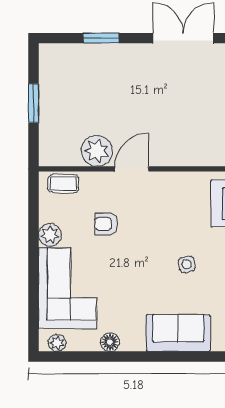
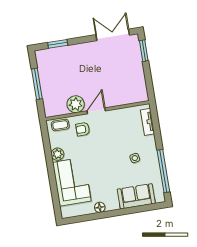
window: (101, 38) -> (58, 44), moved
window: (34, 103) -> (37, 84), width x1.44
armchair: (106, 224) -> (83, 129), moved
plant: (57, 343) -> (71, 212), removed

